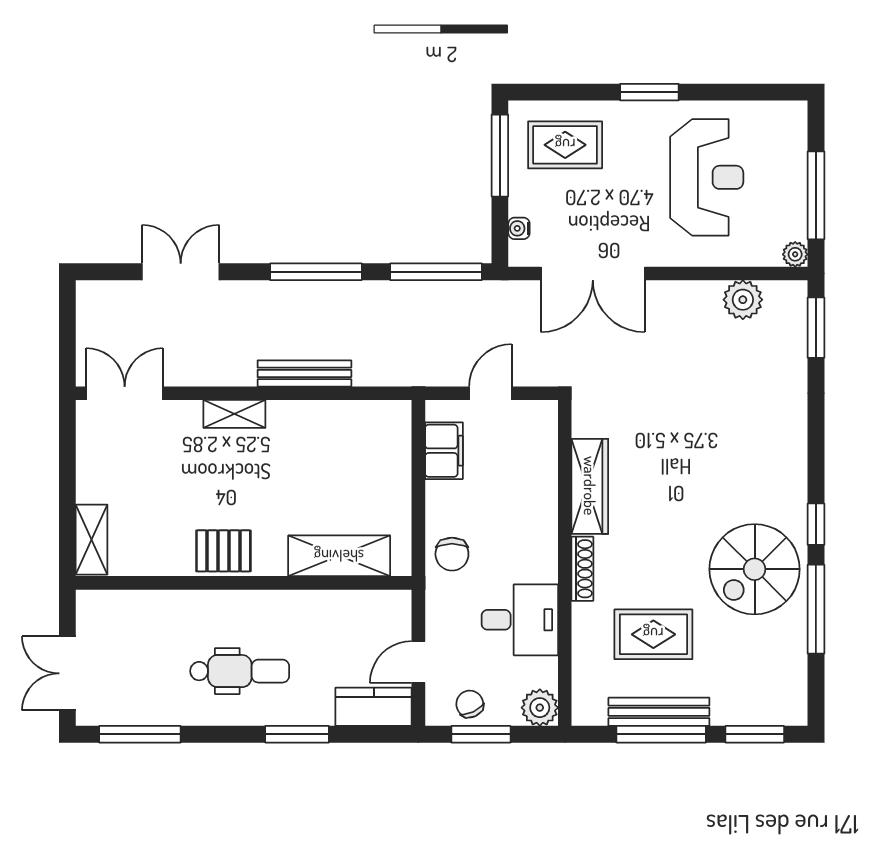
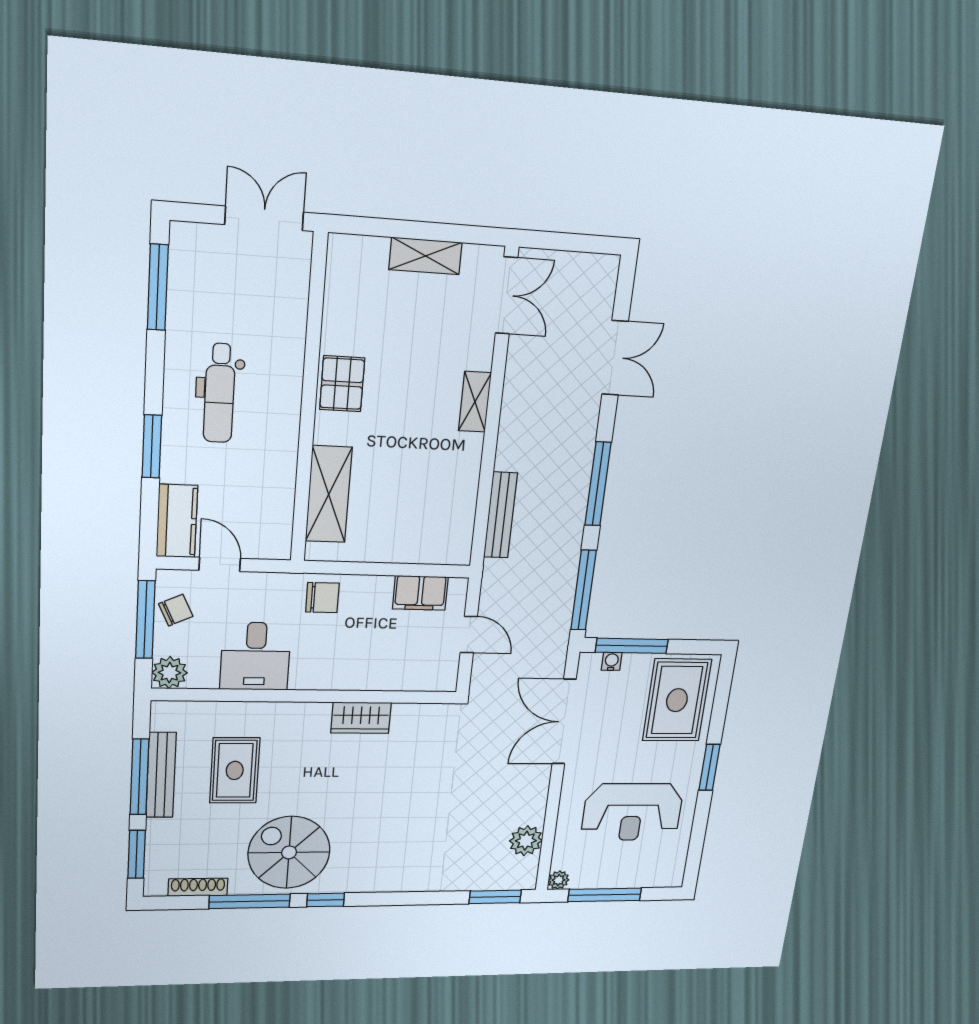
rug: (565, 145) -> (677, 700), width x1.36, depth x1.43
window: (500, 156) -> (632, 646), moved
bench: (304, 373) -> (500, 515), moved
wardrobe: (590, 486) -> (361, 718), width x0.67
shelving: (91, 540) -> (425, 256), moved
chair: (452, 554) -> (322, 598), turned 180
shoe rack: (582, 569) -> (198, 887), moved, turned 180
double door: (67, 673) -> (264, 218), moved
window: (481, 734) -> (145, 620), width x1.44

